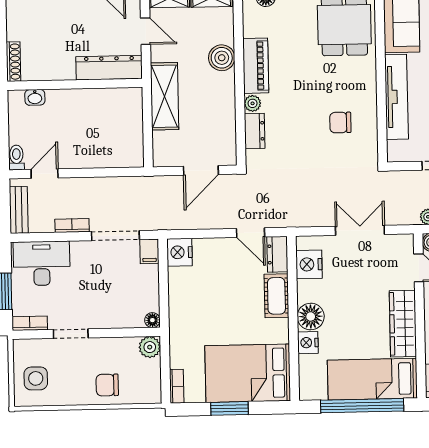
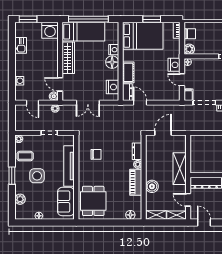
nightstand: (179, 252) -> (174, 65), moved
door: (163, 283) -> (182, 80), added
chair: (107, 385) -> (190, 34), moved

